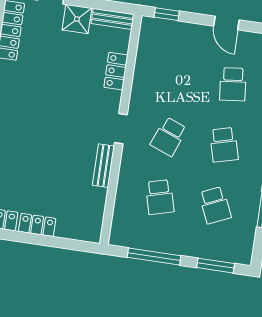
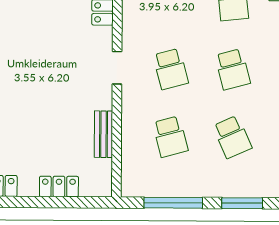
school desk: (169, 137) -> (171, 69), turned -36
bench: (103, 166) -> (103, 134), moved
locker: (37, 225) -> (59, 186), moved

